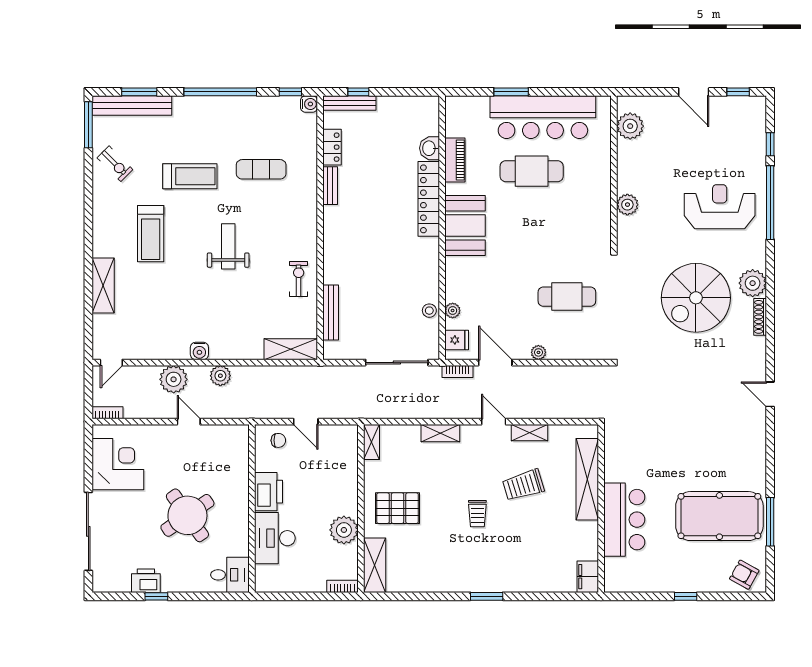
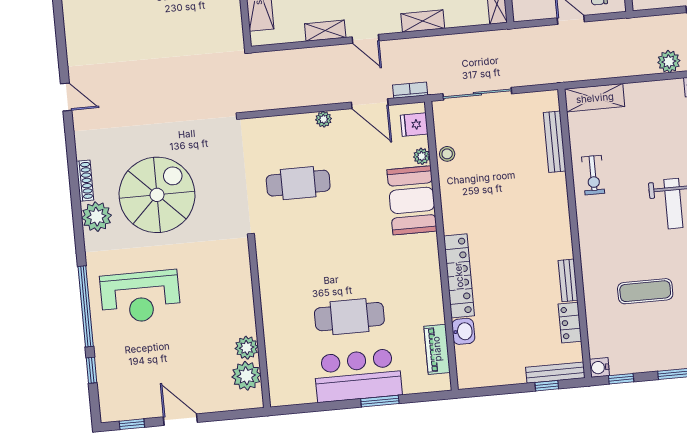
bar counter: (543, 117) -> (358, 375), width x0.73
piano: (455, 160) -> (437, 349), moved
plant: (627, 205) -> (247, 348), moved
booth: (465, 226) -> (412, 200), moved

